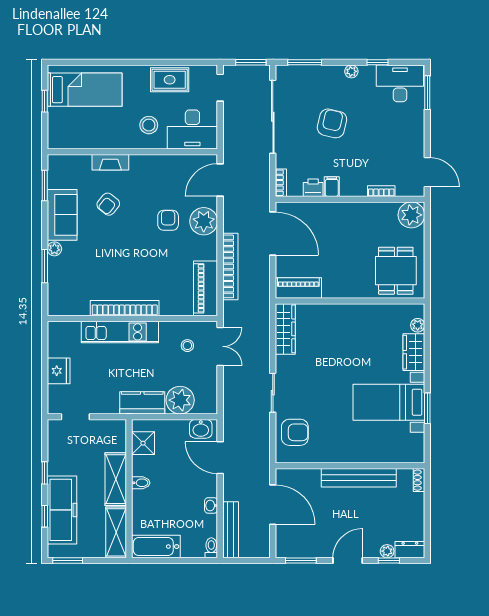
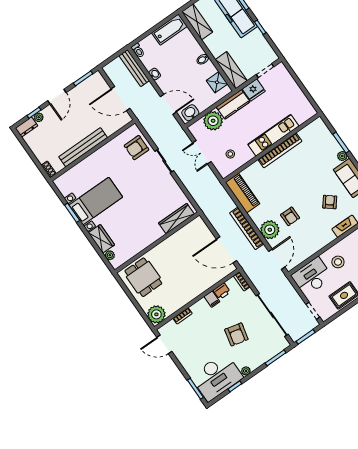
desk: (400, 83) -> (217, 377), width x1.36, depth x1.30
bookcase: (230, 266) -> (247, 228), moved
piano: (298, 288) -> (191, 229), removed
wardrobe: (285, 329) -> (176, 219), moved, turned 90
double door: (220, 346) -> (202, 152), moved
fridge: (59, 371) -> (254, 90), moved, turned -90
shelving: (116, 479) -> (231, 70), moved

